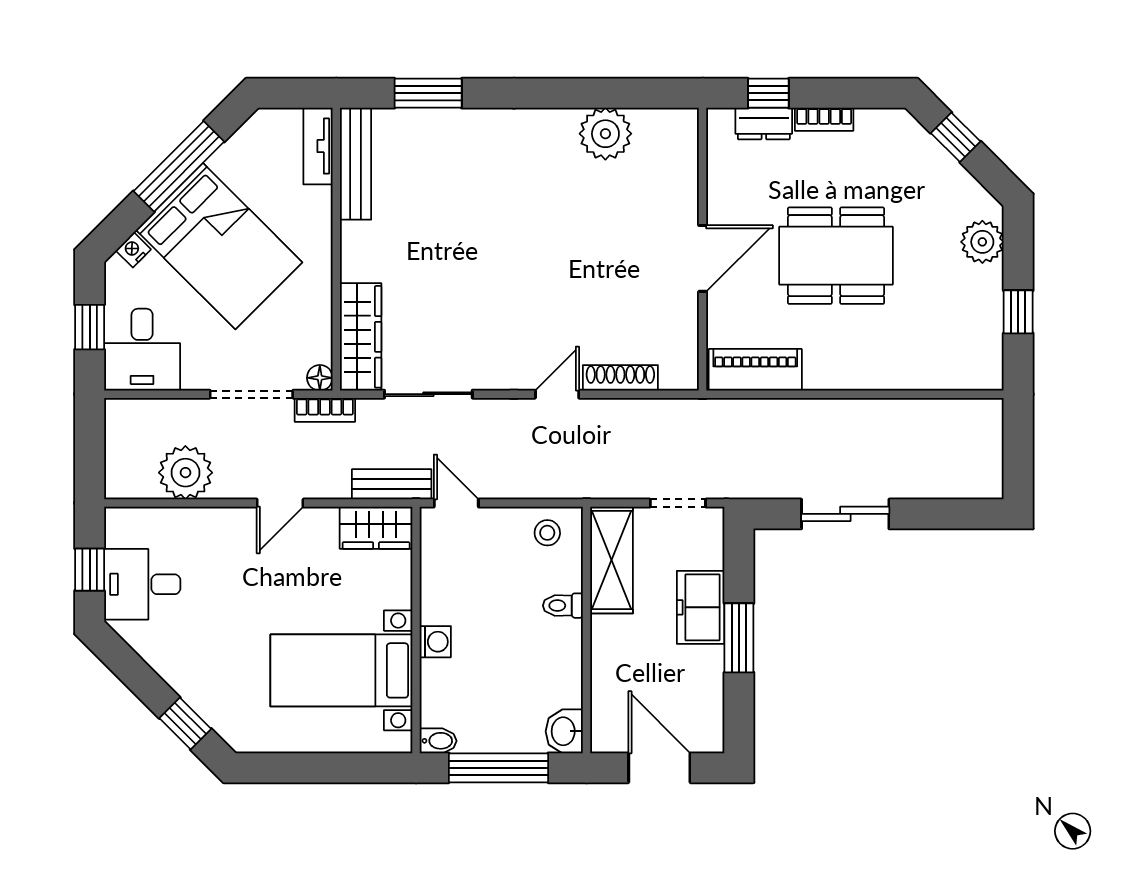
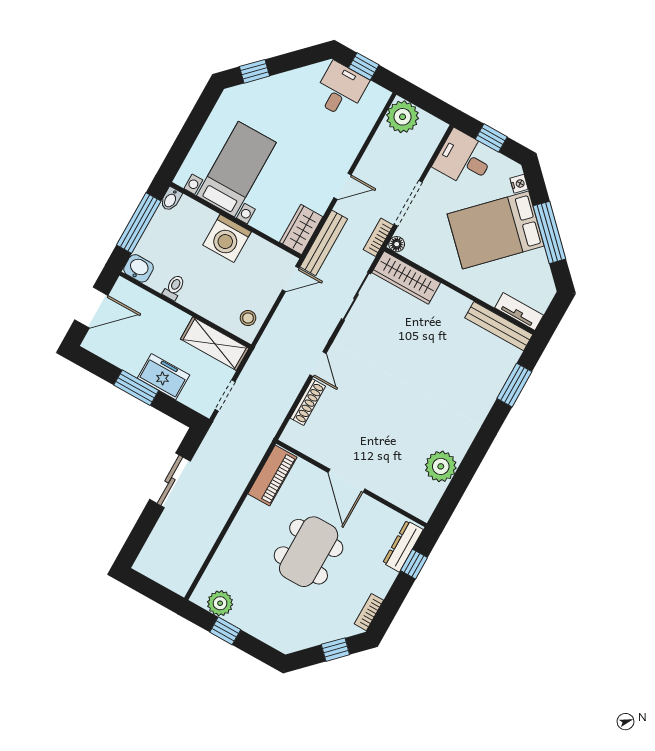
bookcase: (824, 119) -> (369, 612), moved
dresser: (764, 124) -> (403, 546), width x1.44
plant: (982, 242) -> (220, 603), moved
plant: (185, 473) -> (403, 117), moved
bench: (392, 484) -> (324, 243), width x1.36
door: (280, 503) -> (343, 186), swing flipped
toilet: (563, 606) -> (174, 287), moved
washing machine: (435, 642) -> (227, 238), width x1.89, depth x1.89

